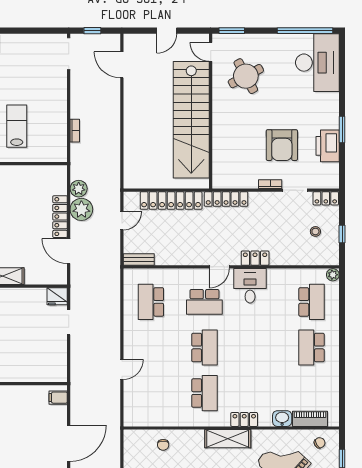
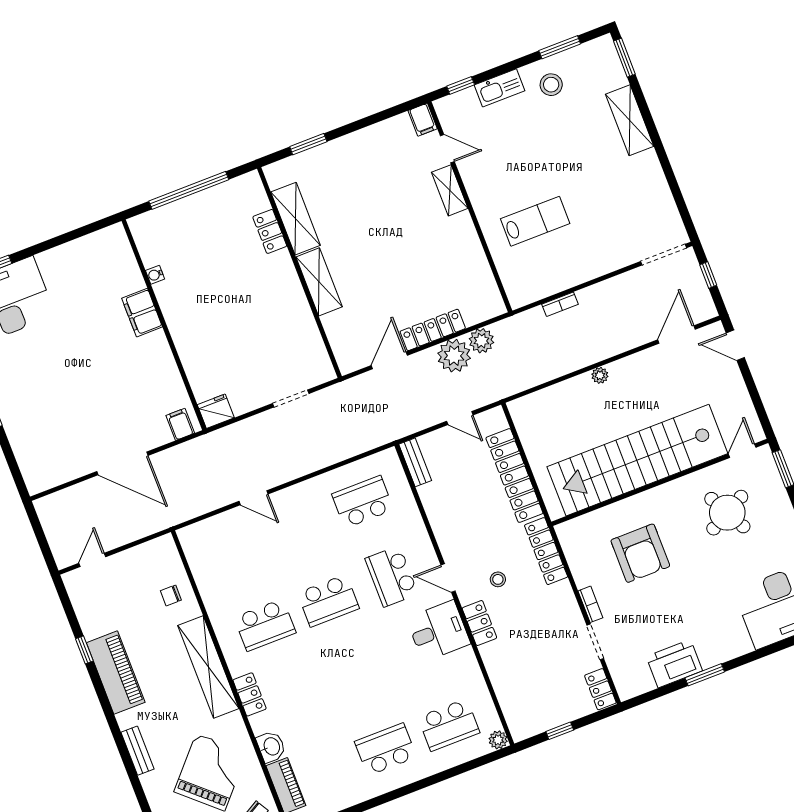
door: (167, 31) -> (735, 345), moved
plant: (129, 123) -> (600, 375), added
armchair: (282, 145) -> (640, 553), moved, turned -90
stool: (315, 231) -> (498, 579), moved
fridge: (57, 296) -> (216, 411), moved, turned 90
shelving: (228, 439) -> (208, 667), width x1.47

